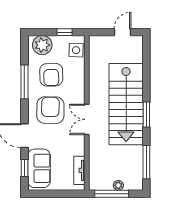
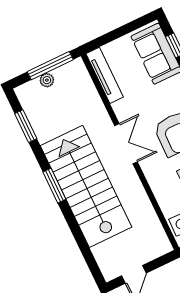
window: (146, 162) -> (26, 126), width x0.69
tv unit: (79, 170) -> (105, 75), width x1.41

